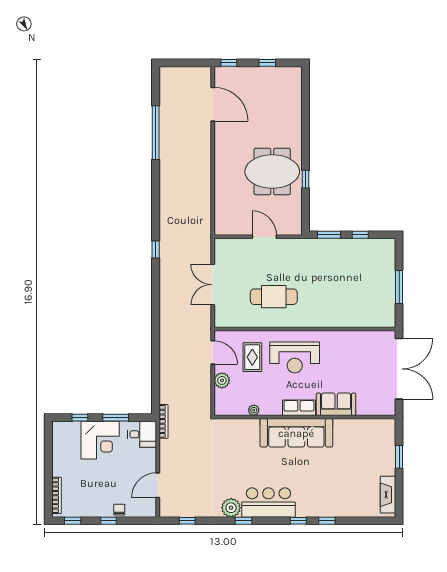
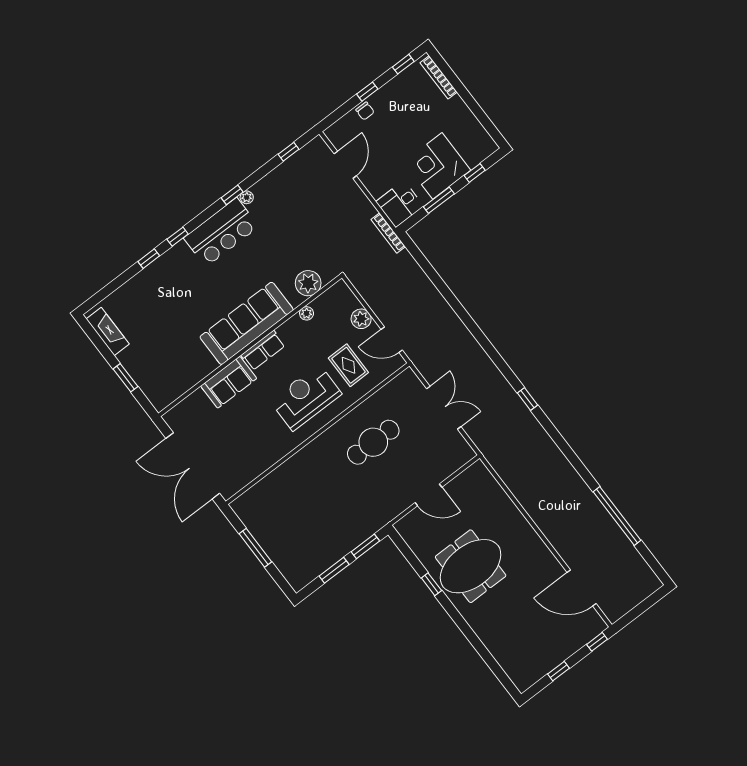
window: (360, 235) -> (334, 570), width x1.50
plant: (238, 428) -> (308, 283), added
plant: (231, 508) -> (247, 197), width x0.53, depth x0.53

